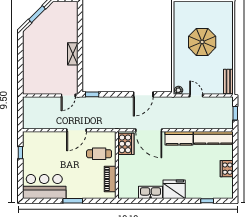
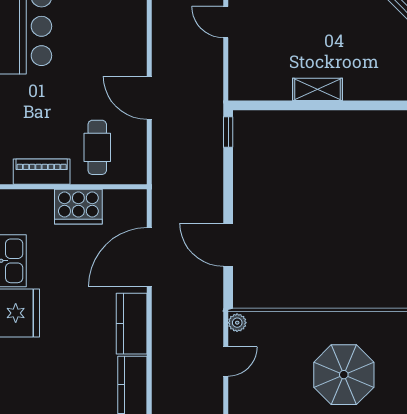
door: (68, 95) -> (226, 22), moved
cooker: (126, 144) -> (78, 207), moved

